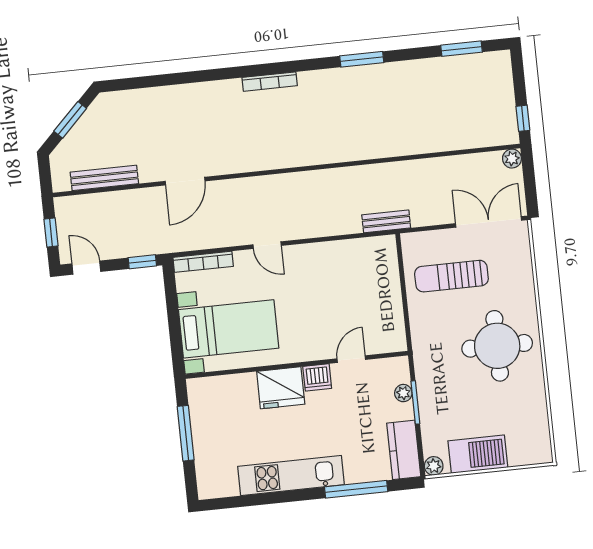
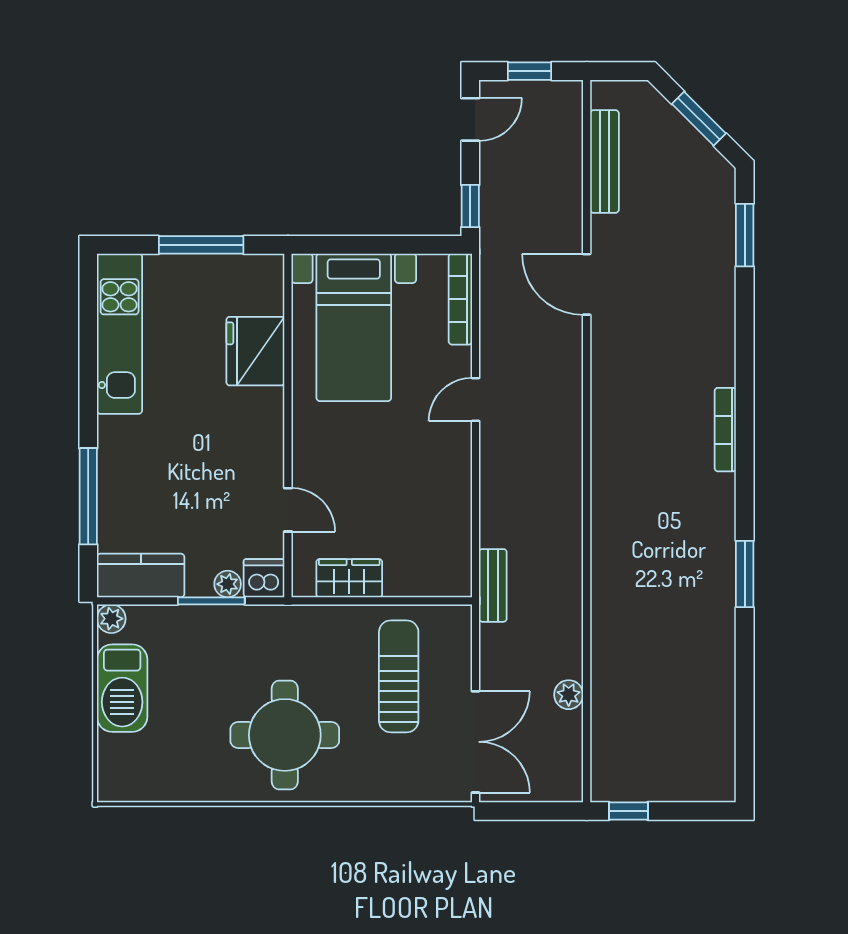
window: (462, 49) -> (745, 235), moved
plant: (512, 159) -> (569, 695), moved
wardrobe: (391, 315) -> (349, 578), added
dishwasher: (317, 377) -> (264, 578), moved, turned 90
fridge: (281, 388) -> (255, 351), moved
kitchen unit: (291, 476) -> (120, 334), moved

